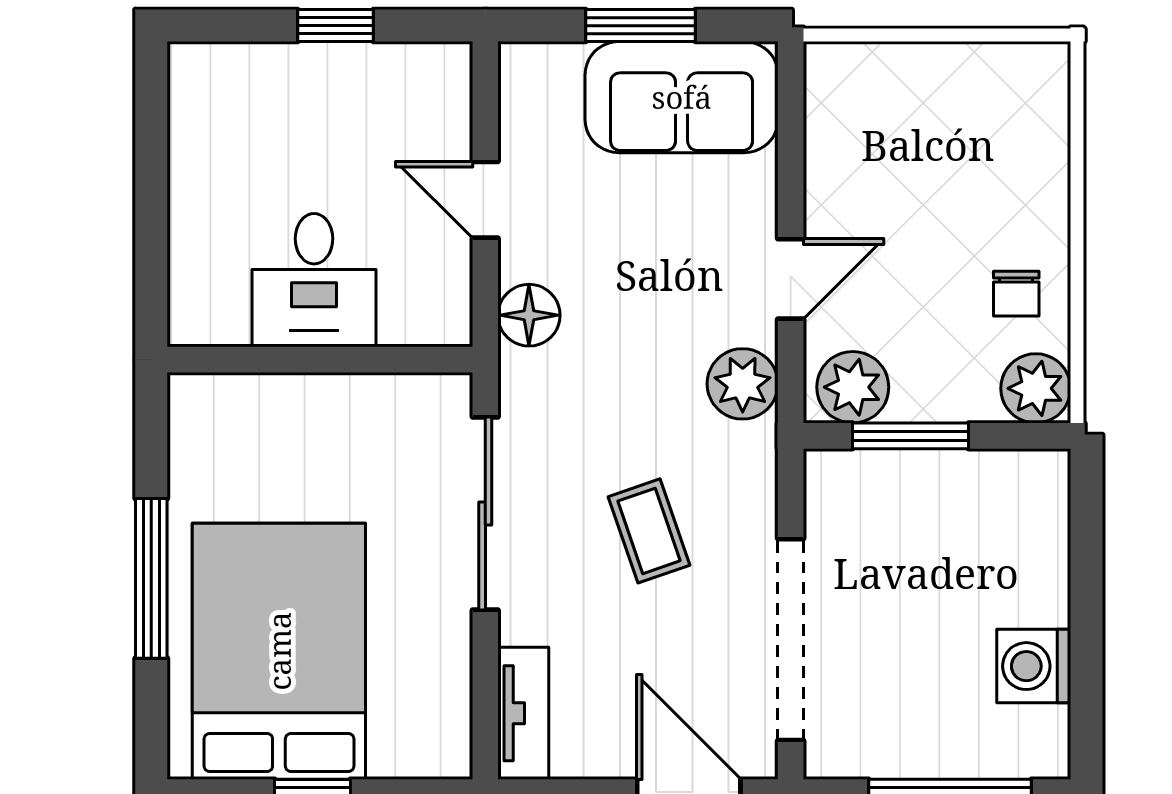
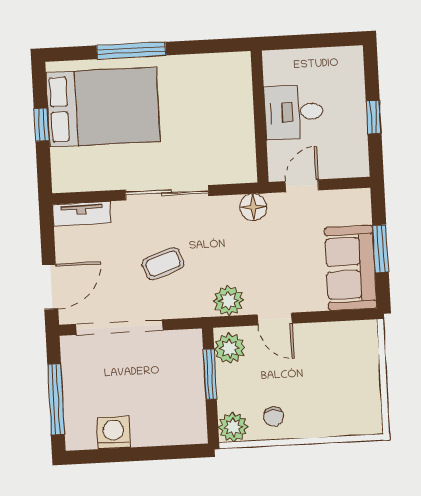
desk: (314, 280) -> (294, 112), moved
chair: (1016, 294) -> (274, 417), turned -90
wall: (320, 360) -> (260, 117), moved

